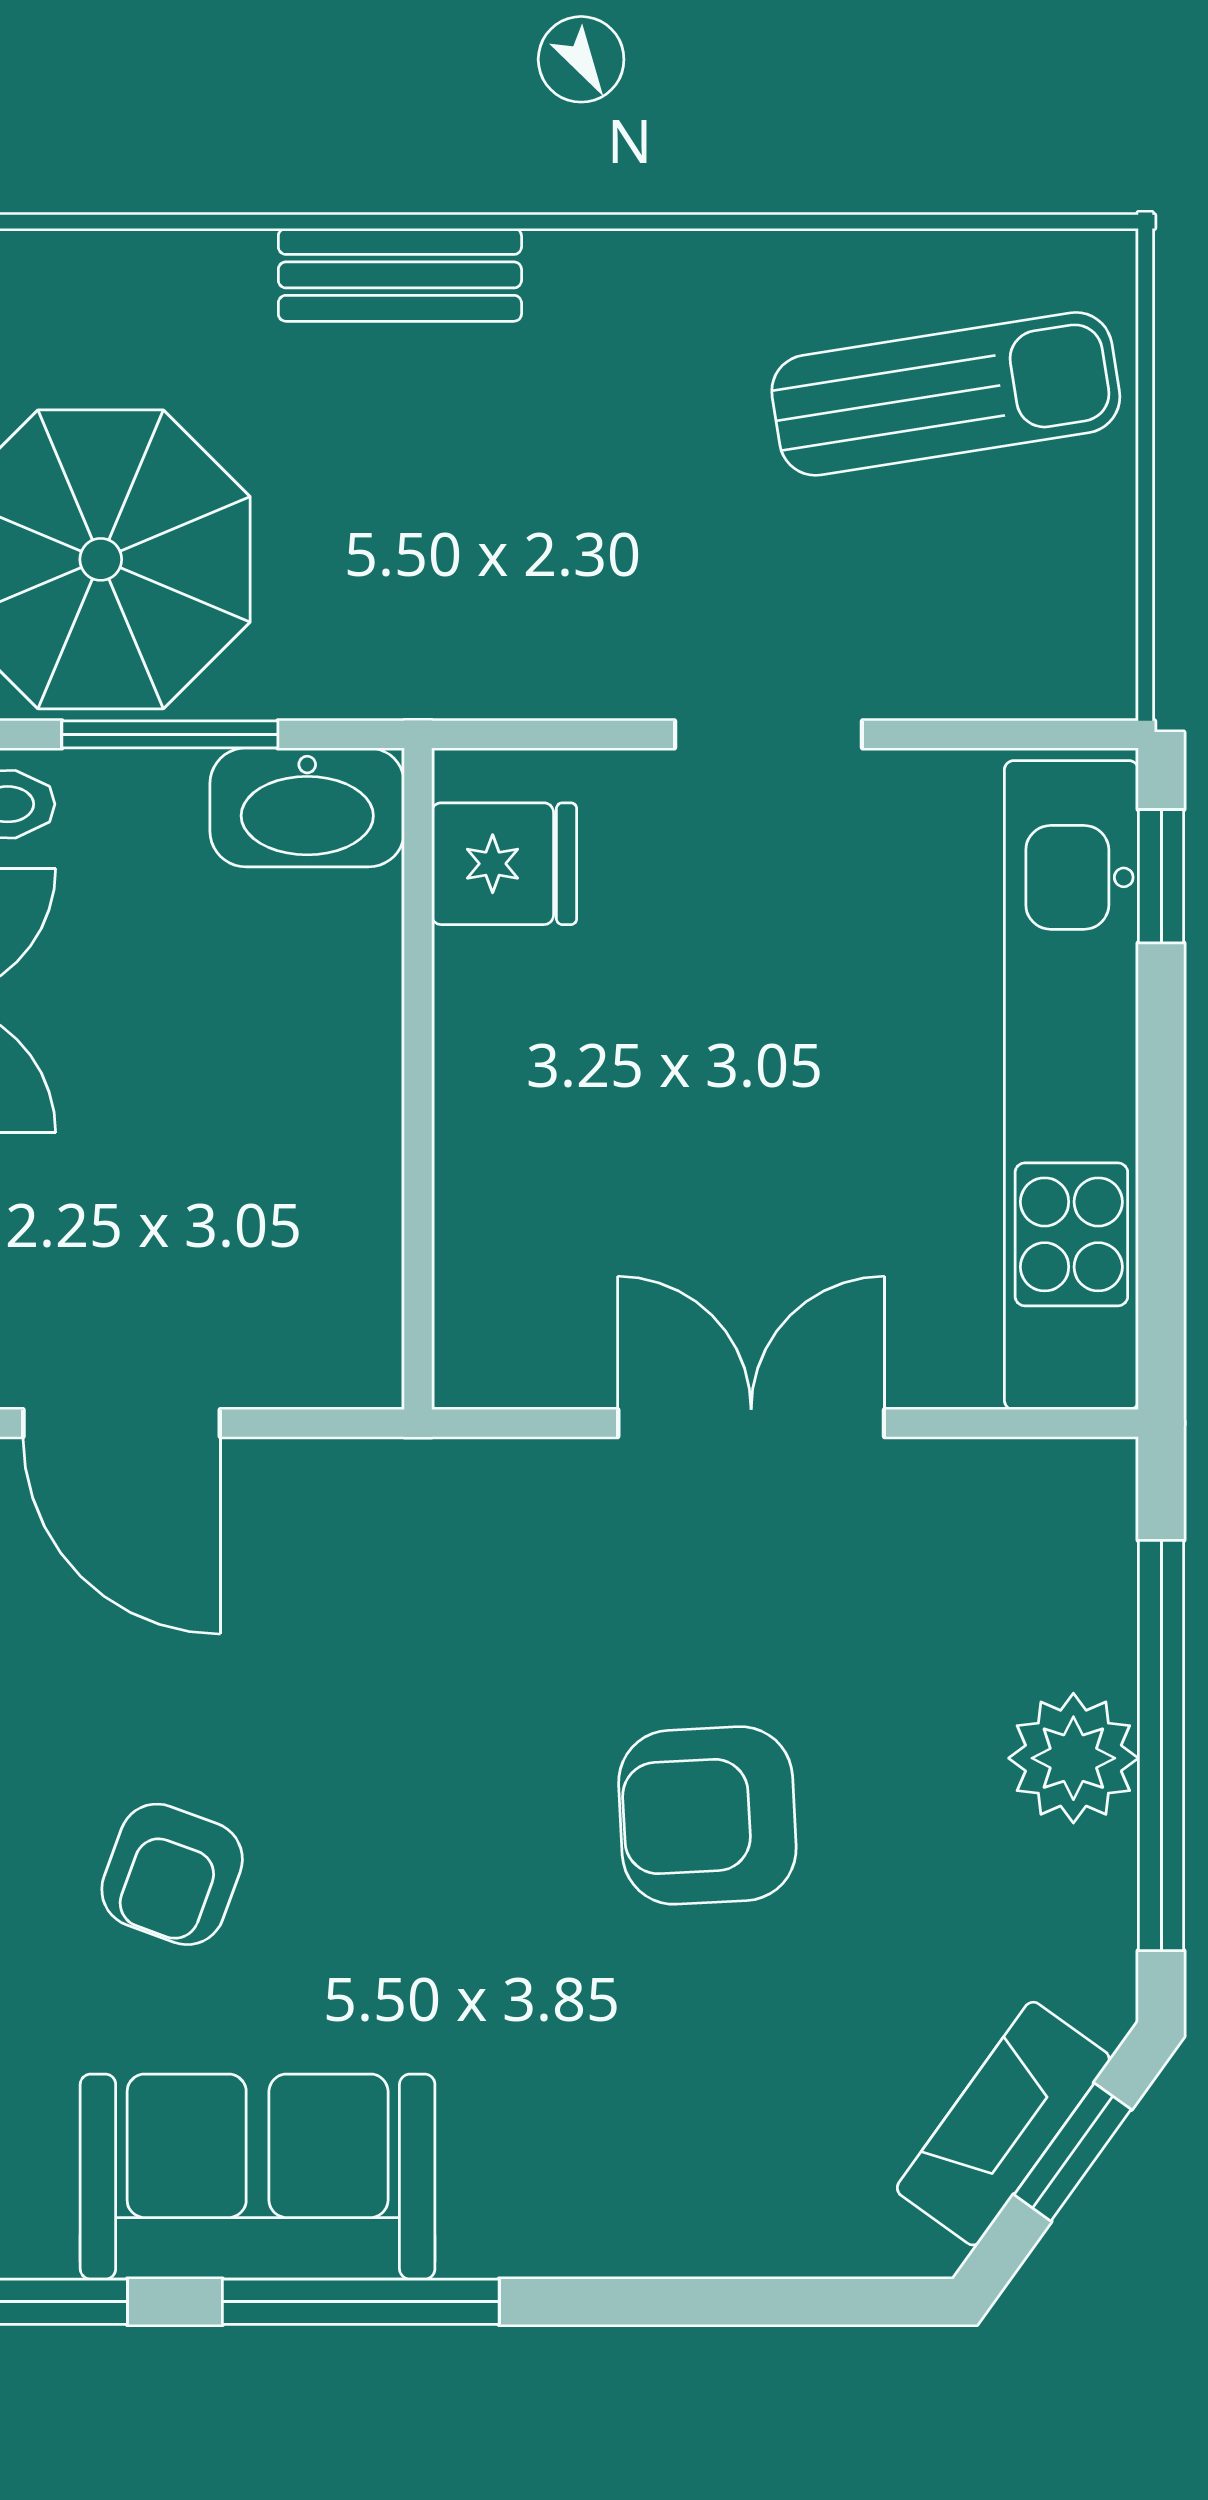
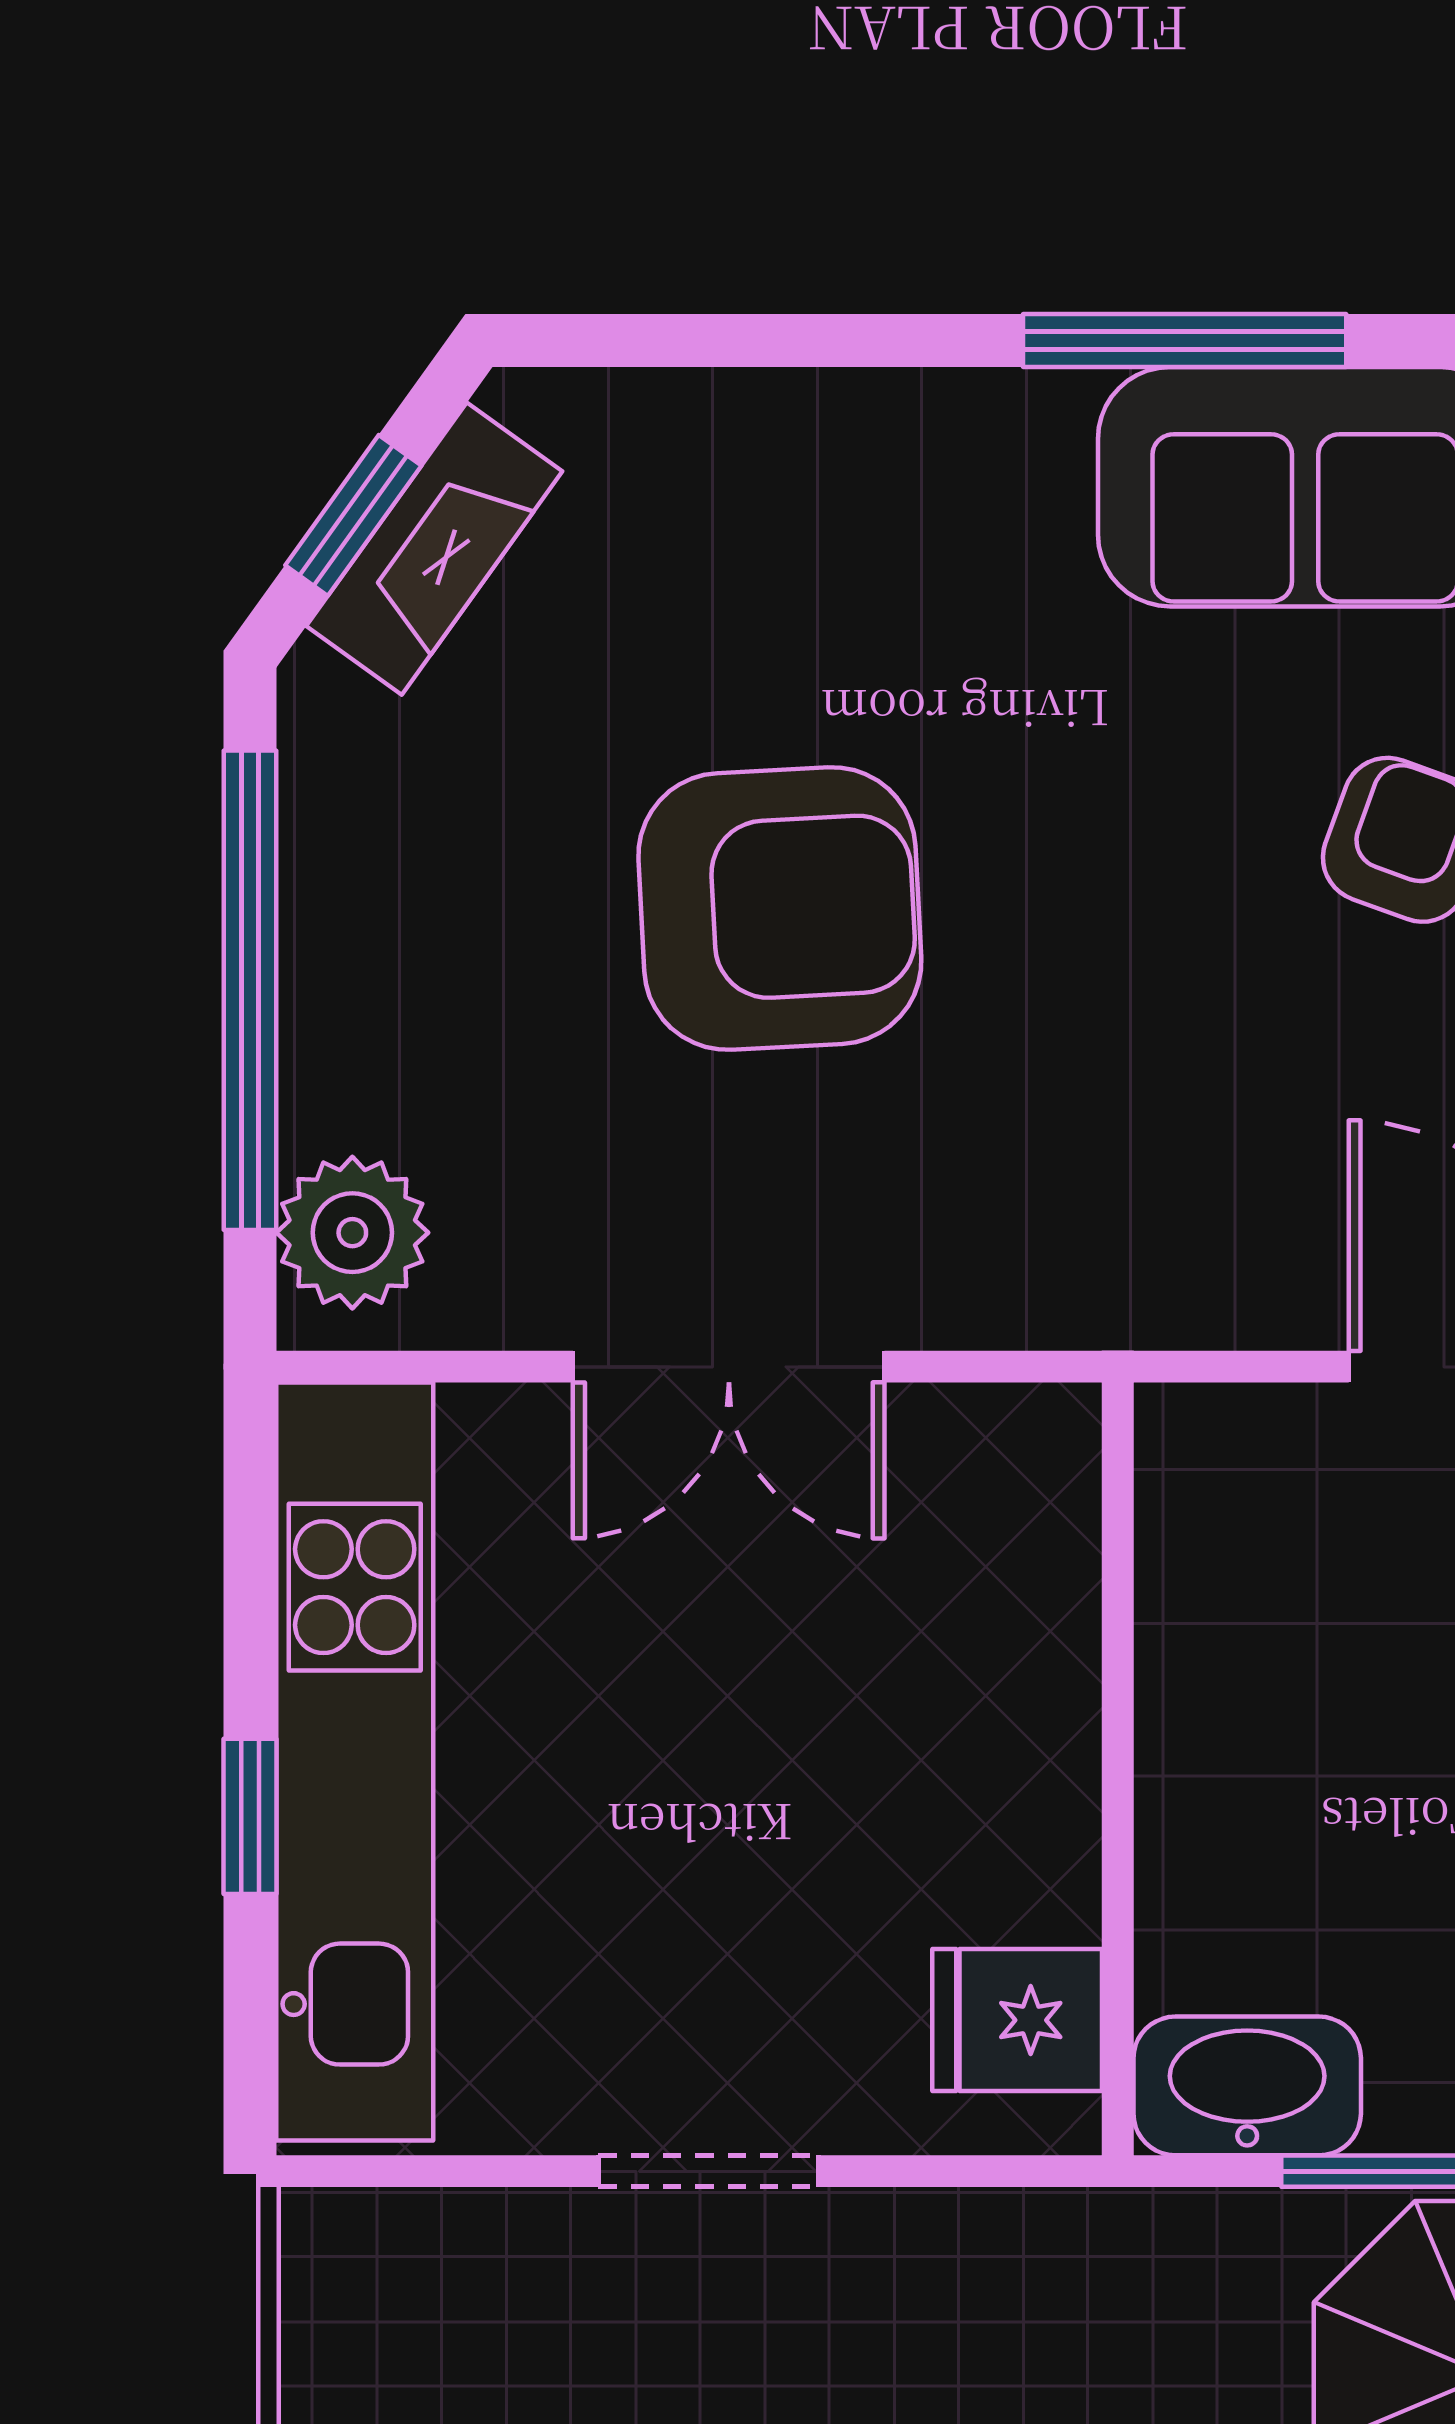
window: (1161, 876) -> (250, 1816), moved
plant: (1073, 1758) -> (352, 1233), moved
armchair: (707, 1815) -> (780, 909), width x1.36, depth x1.36

